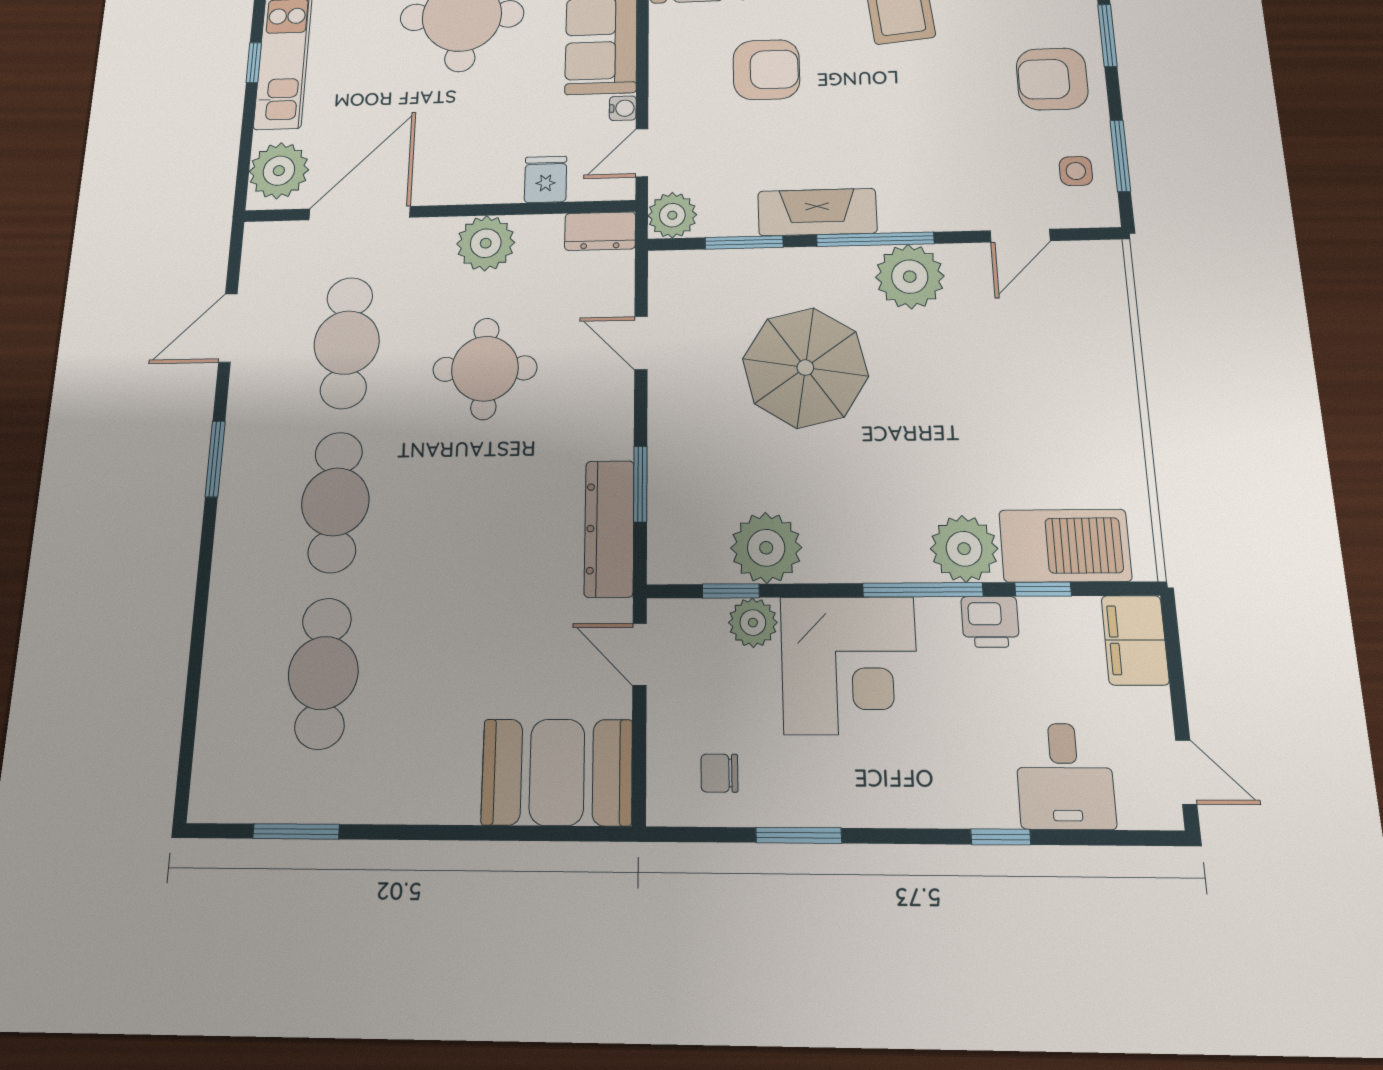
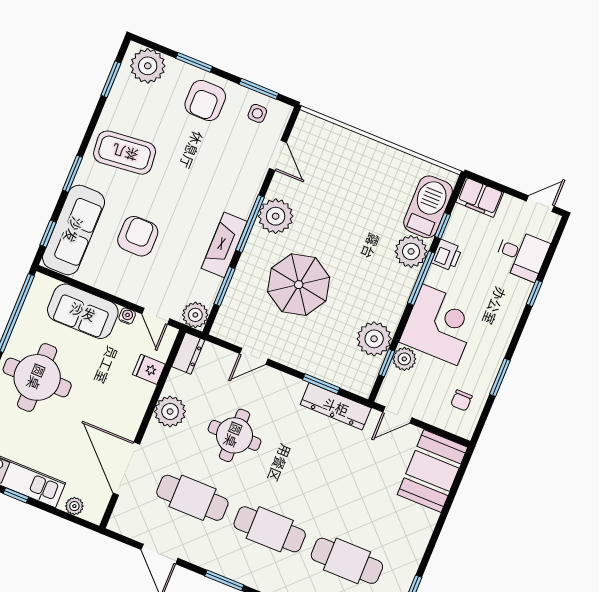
plant: (279, 171) -> (74, 506), width x0.53, depth x0.53

